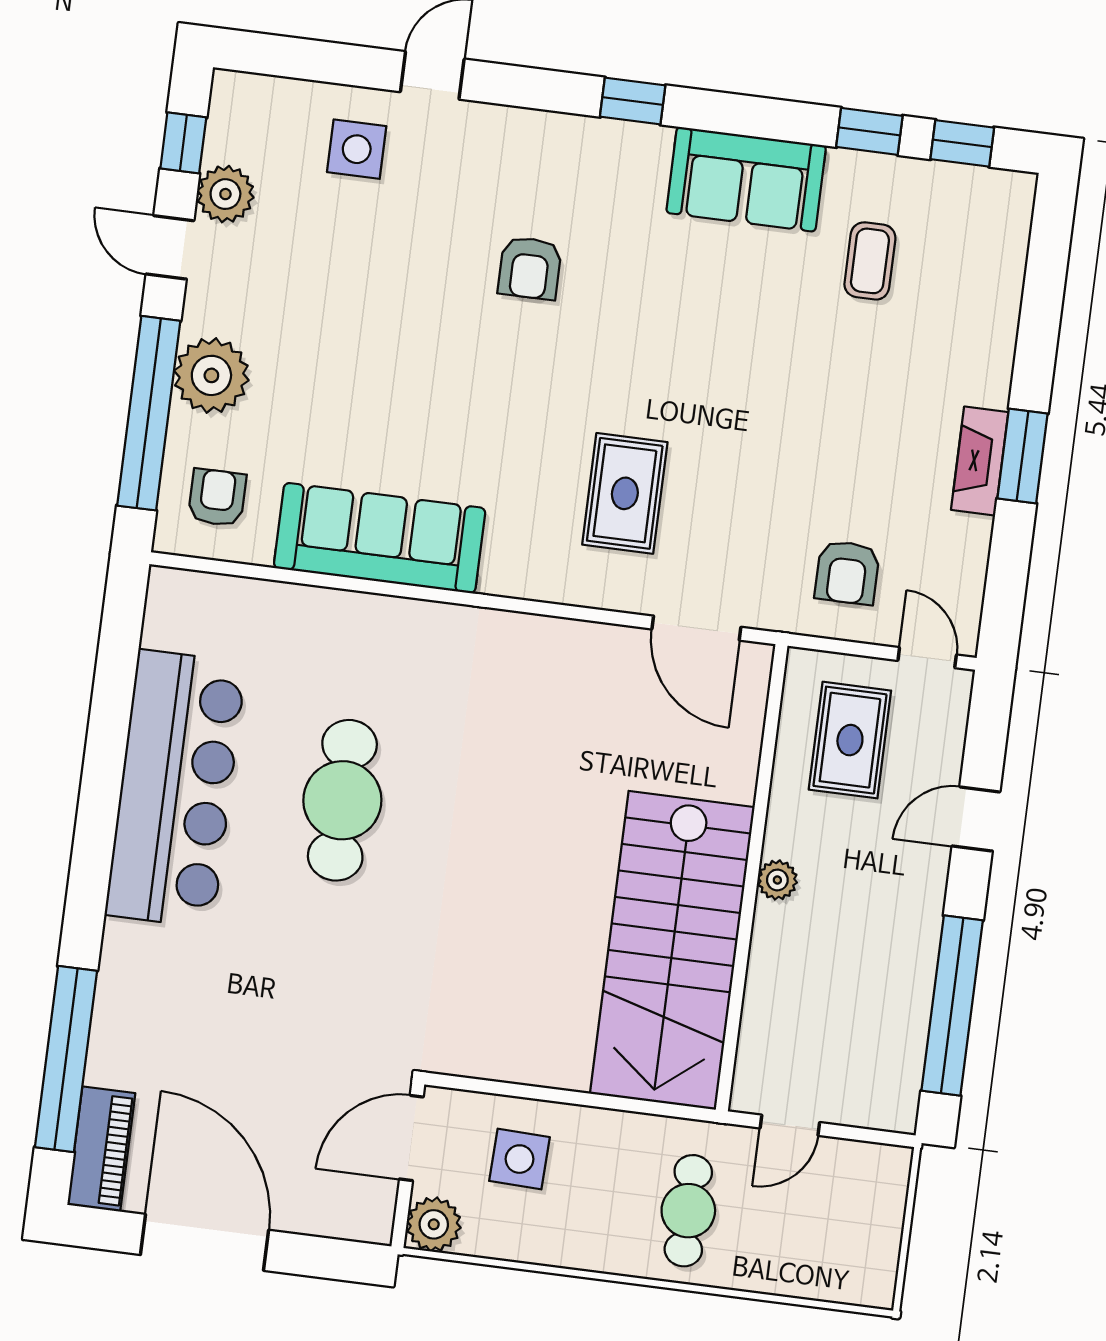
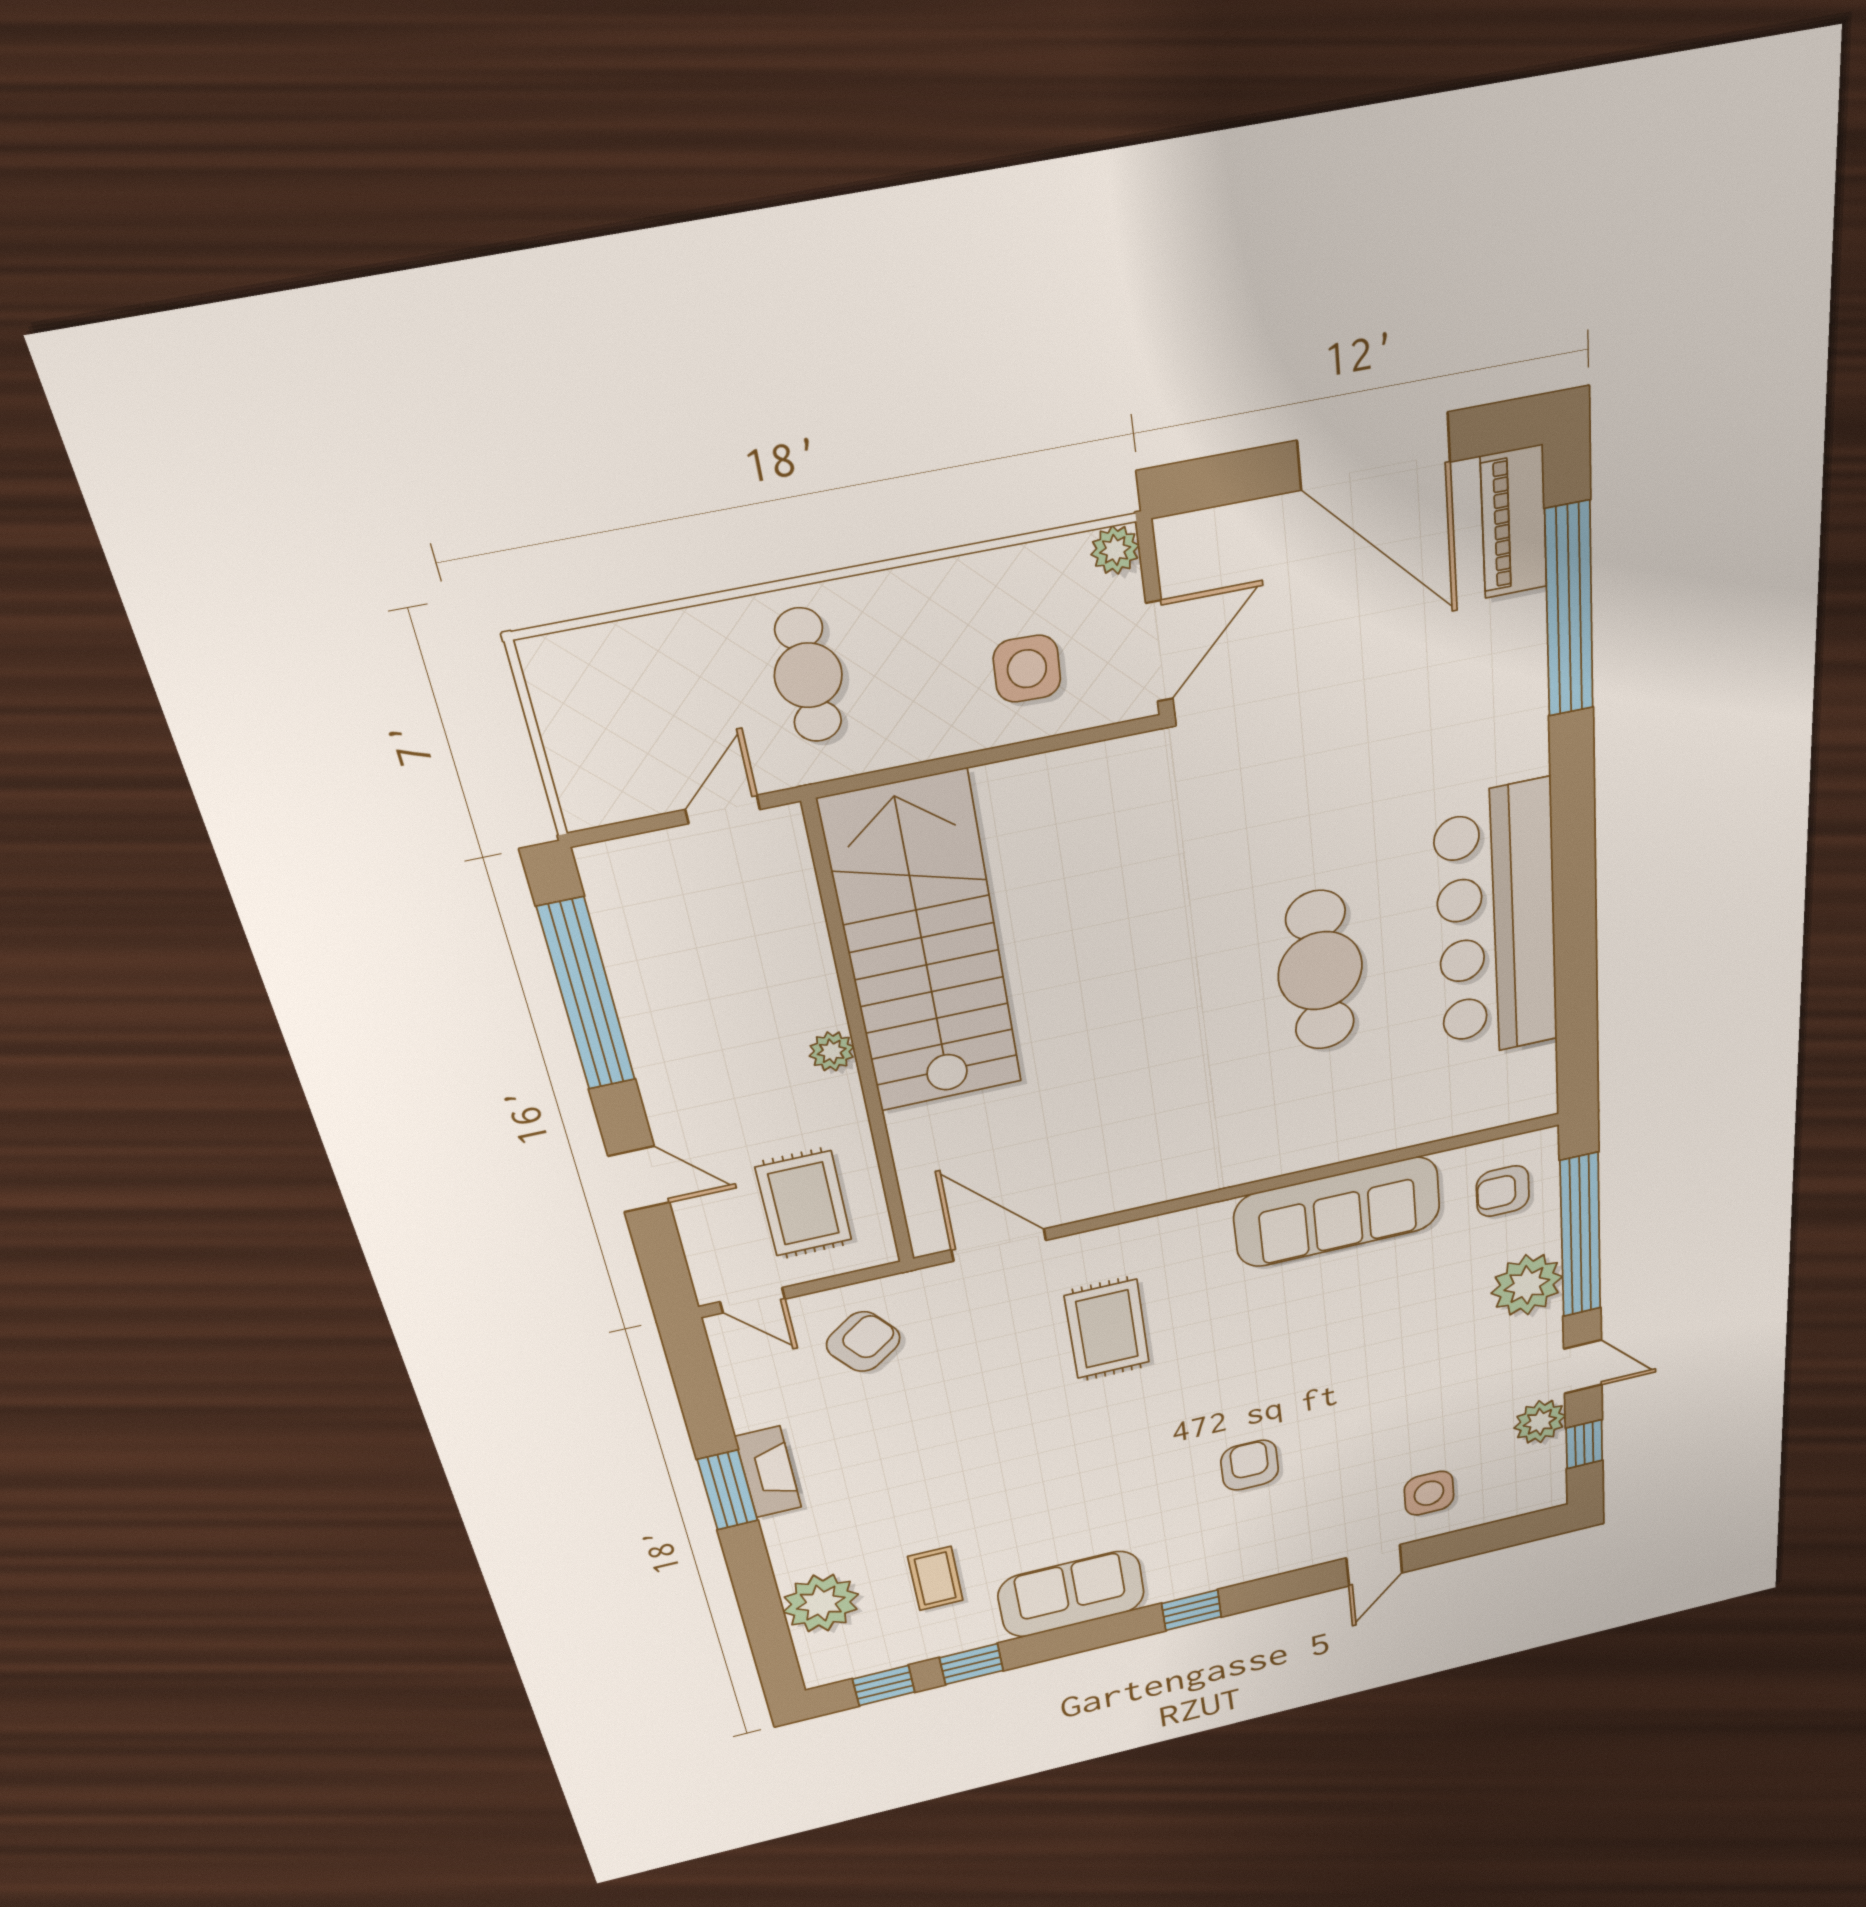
plant: (986, 280) -> (821, 1603), added
armchair: (217, 498) -> (1503, 1191), turned 90
armchair: (847, 573) -> (863, 1342), turned 53
door: (976, 819) -> (639, 1179), hinge flipped
plant: (434, 1224) -> (1115, 550), width x0.73, depth x0.73

